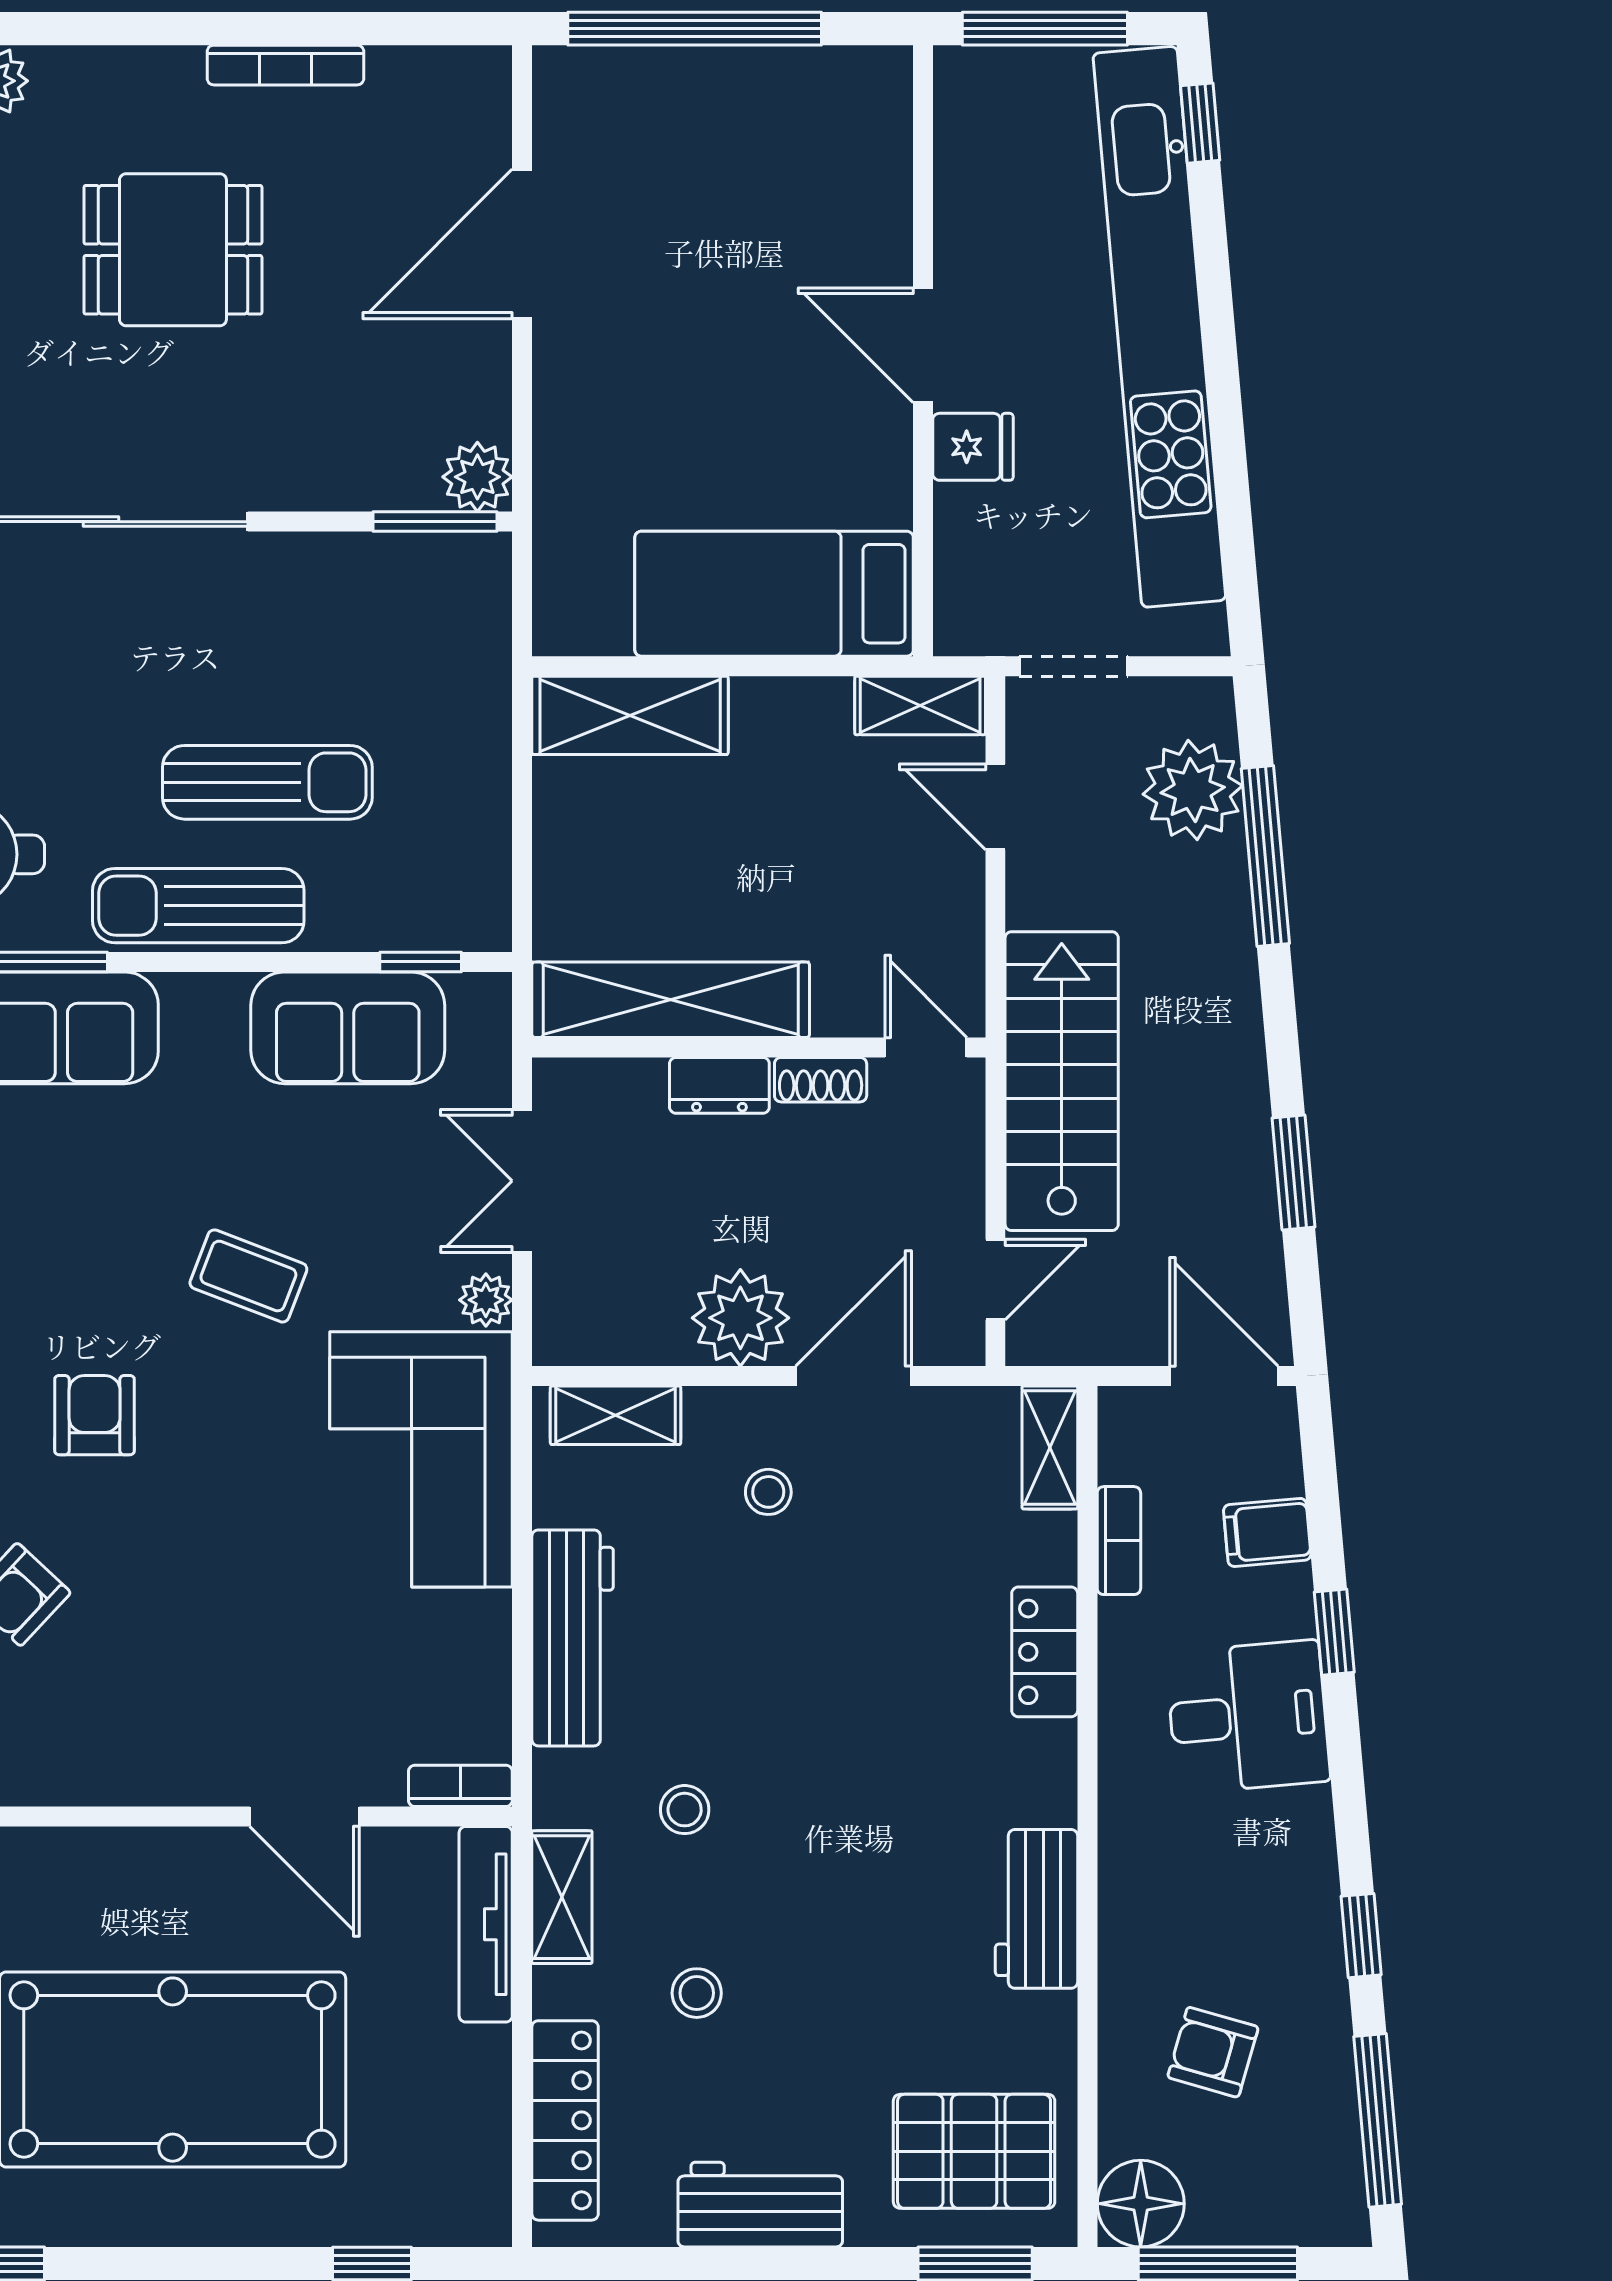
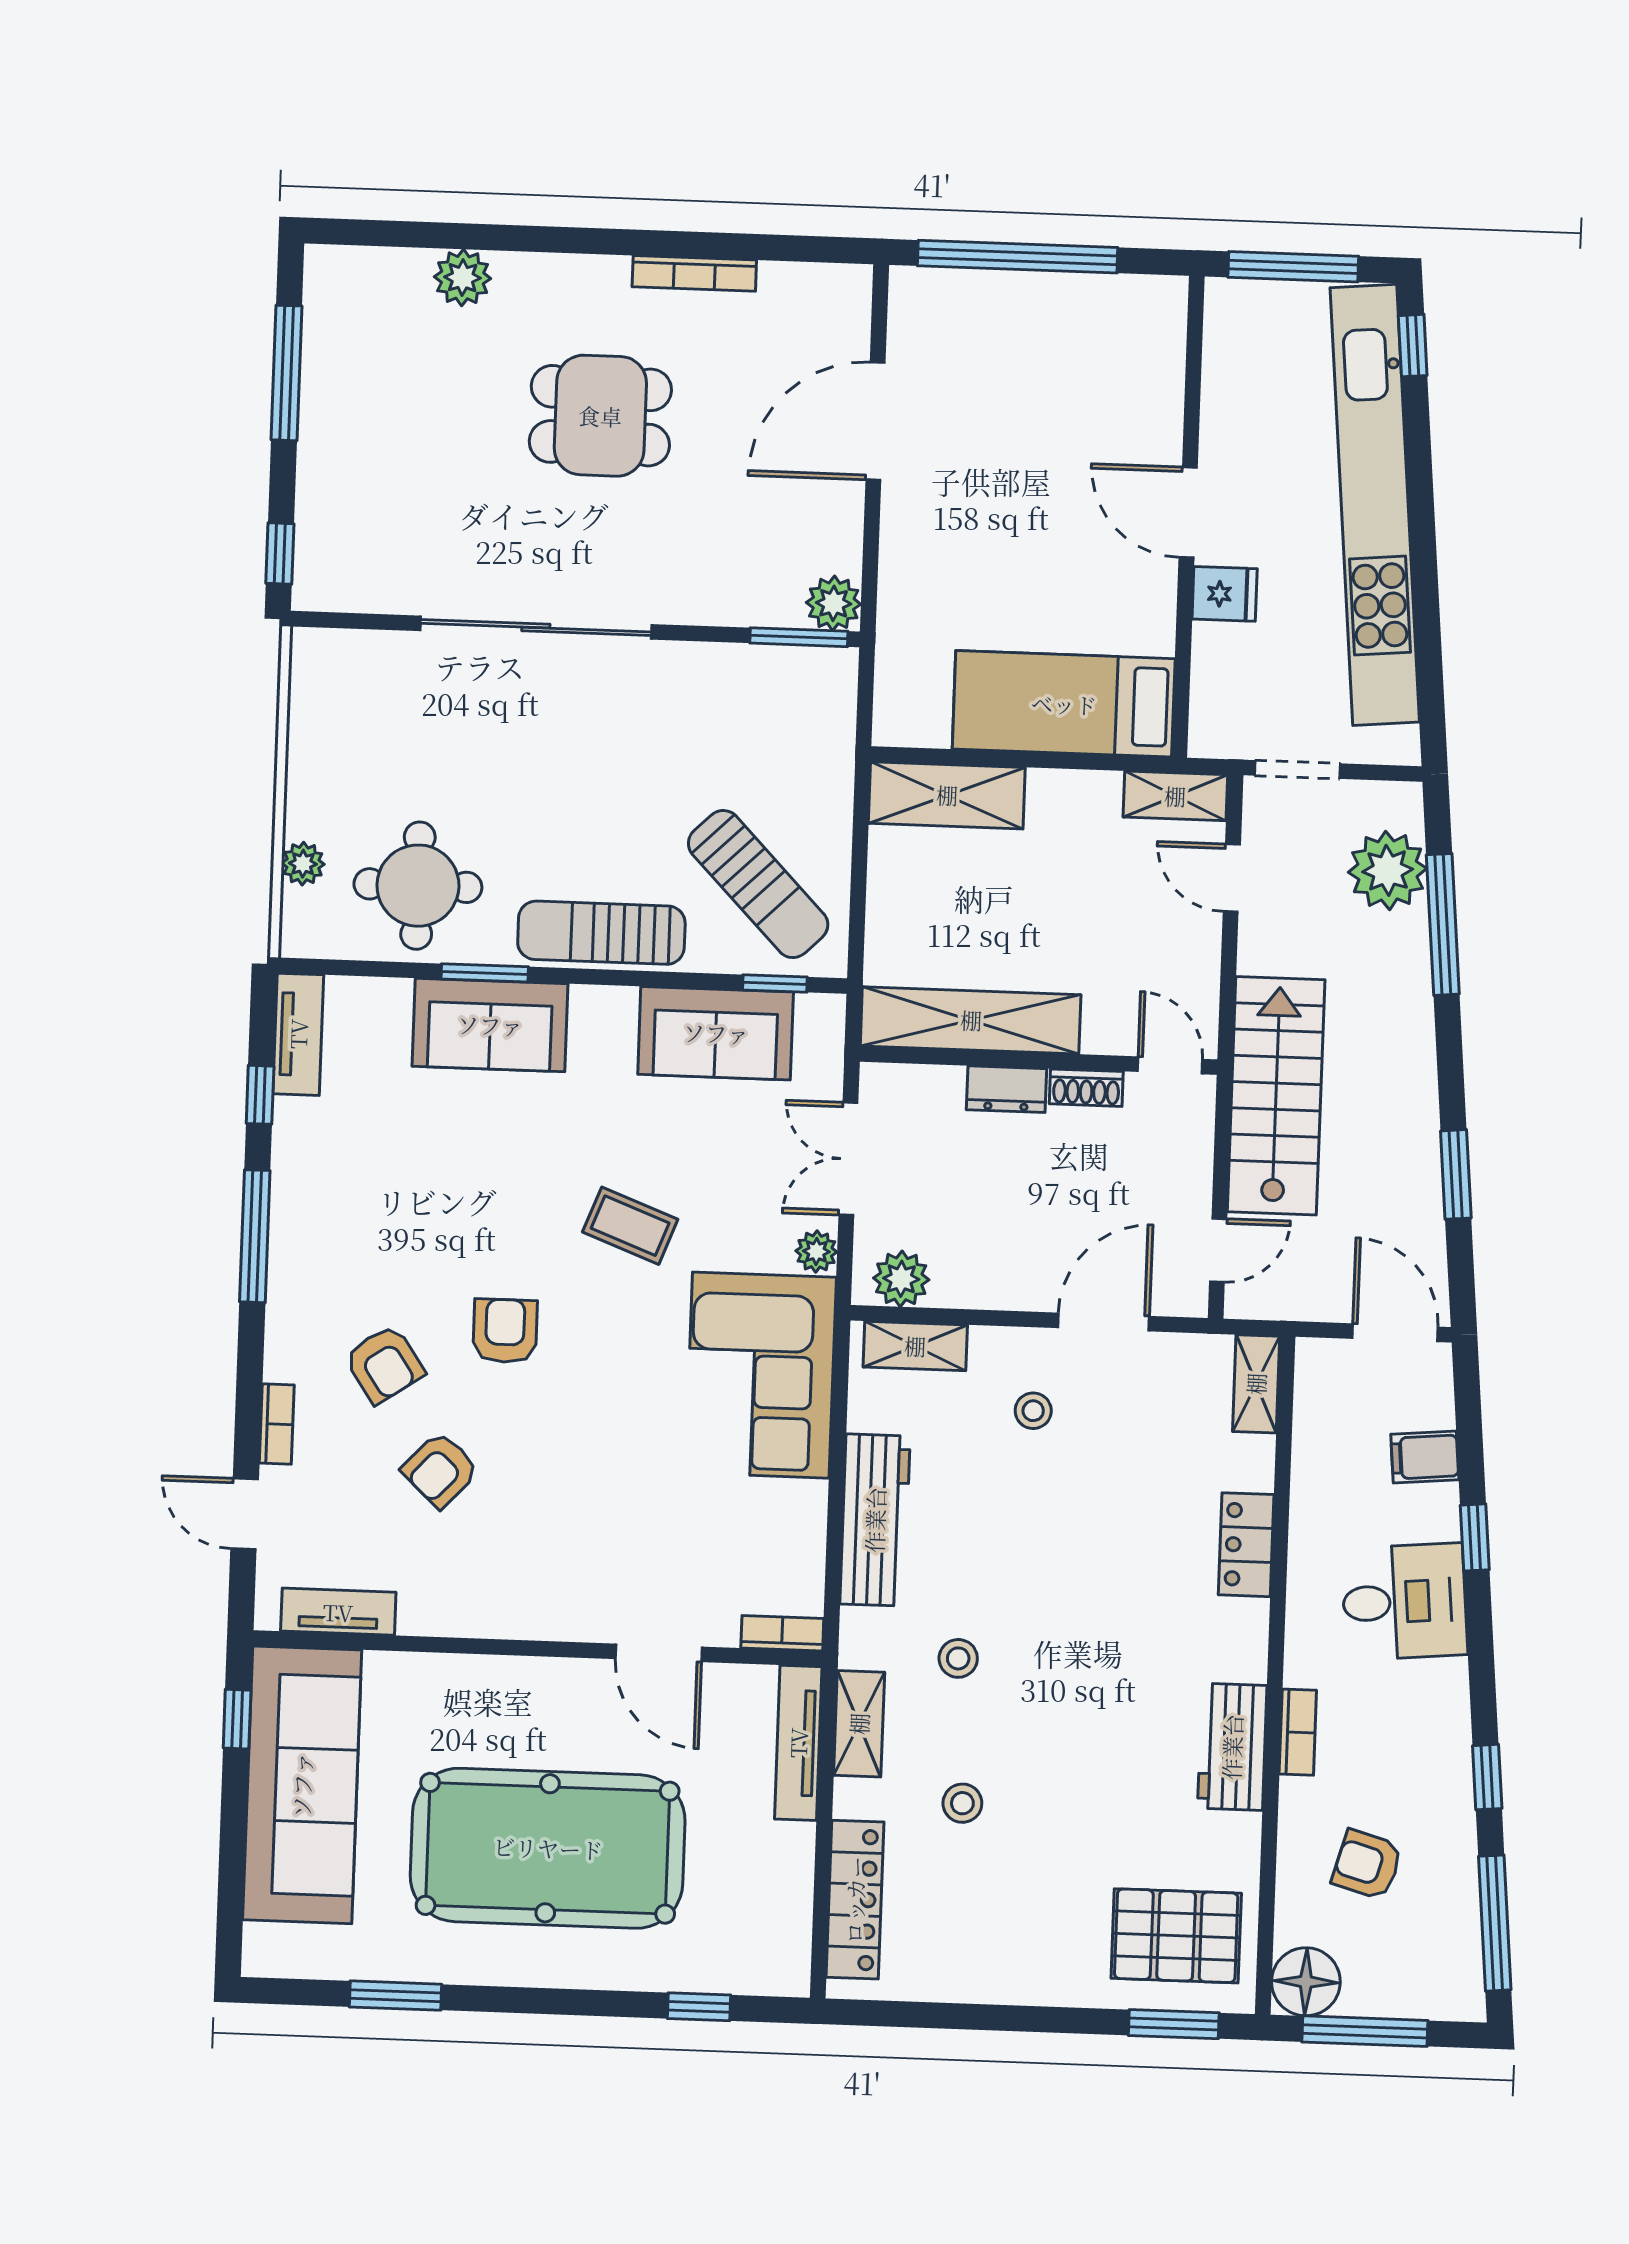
sun lounger: (267, 782) -> (758, 884), moved, turned 46
plant: (740, 1318) -> (901, 1279), moved, width x0.73, depth x0.73
bookcase: (1119, 1541) -> (1298, 1732), moved
workbench: (760, 2205) -> (1006, 1972), removed

